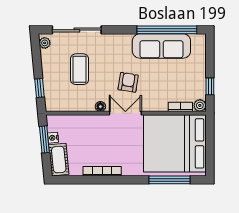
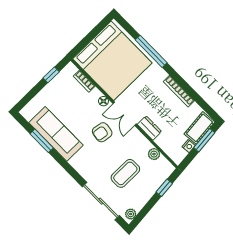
window: (167, 30) -> (42, 141), width x0.47
plant: (200, 105) -> (154, 154), moved
floor lamp: (100, 107) -> (103, 101), moved
dresser: (96, 121) -> (149, 128), added
window: (44, 139) -> (204, 140), moved
window: (169, 180) -> (151, 51), moved

